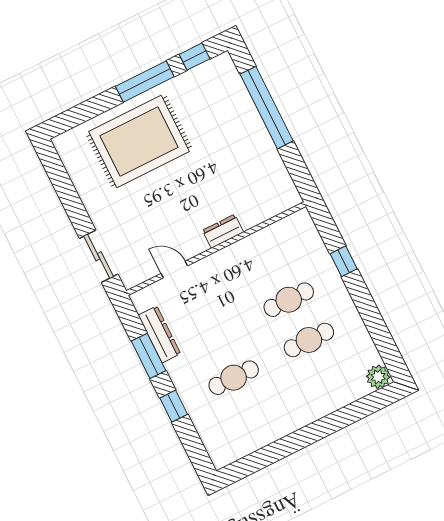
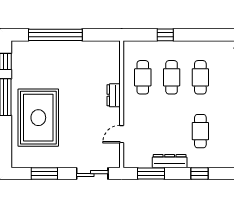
window: (65, 189) -> (44, 174), added
cafe table: (269, 259) -> (143, 77), added
dresser: (159, 334) -> (170, 161), moved
window: (149, 356) -> (151, 174), moved

